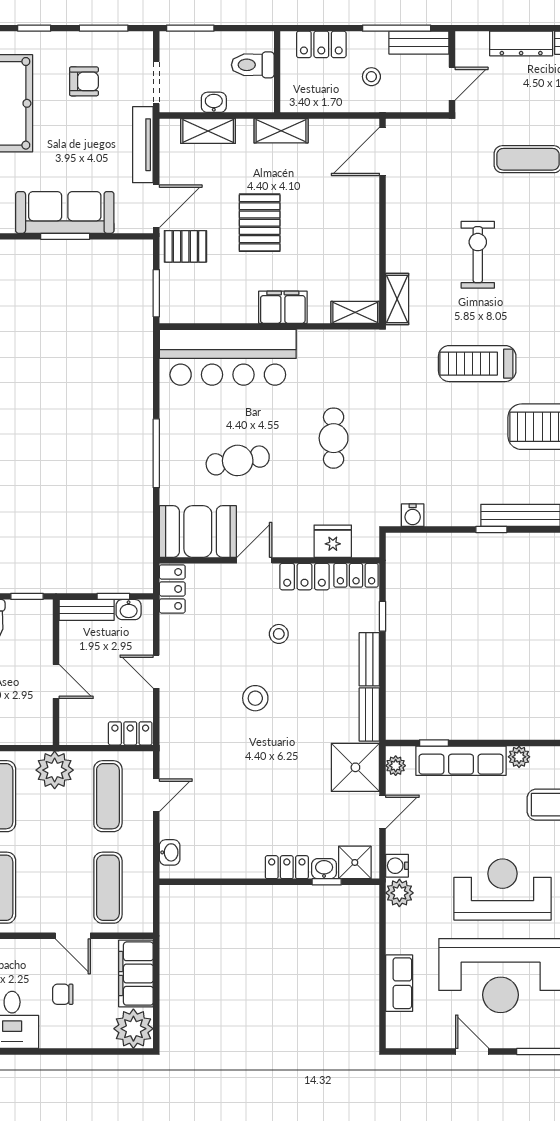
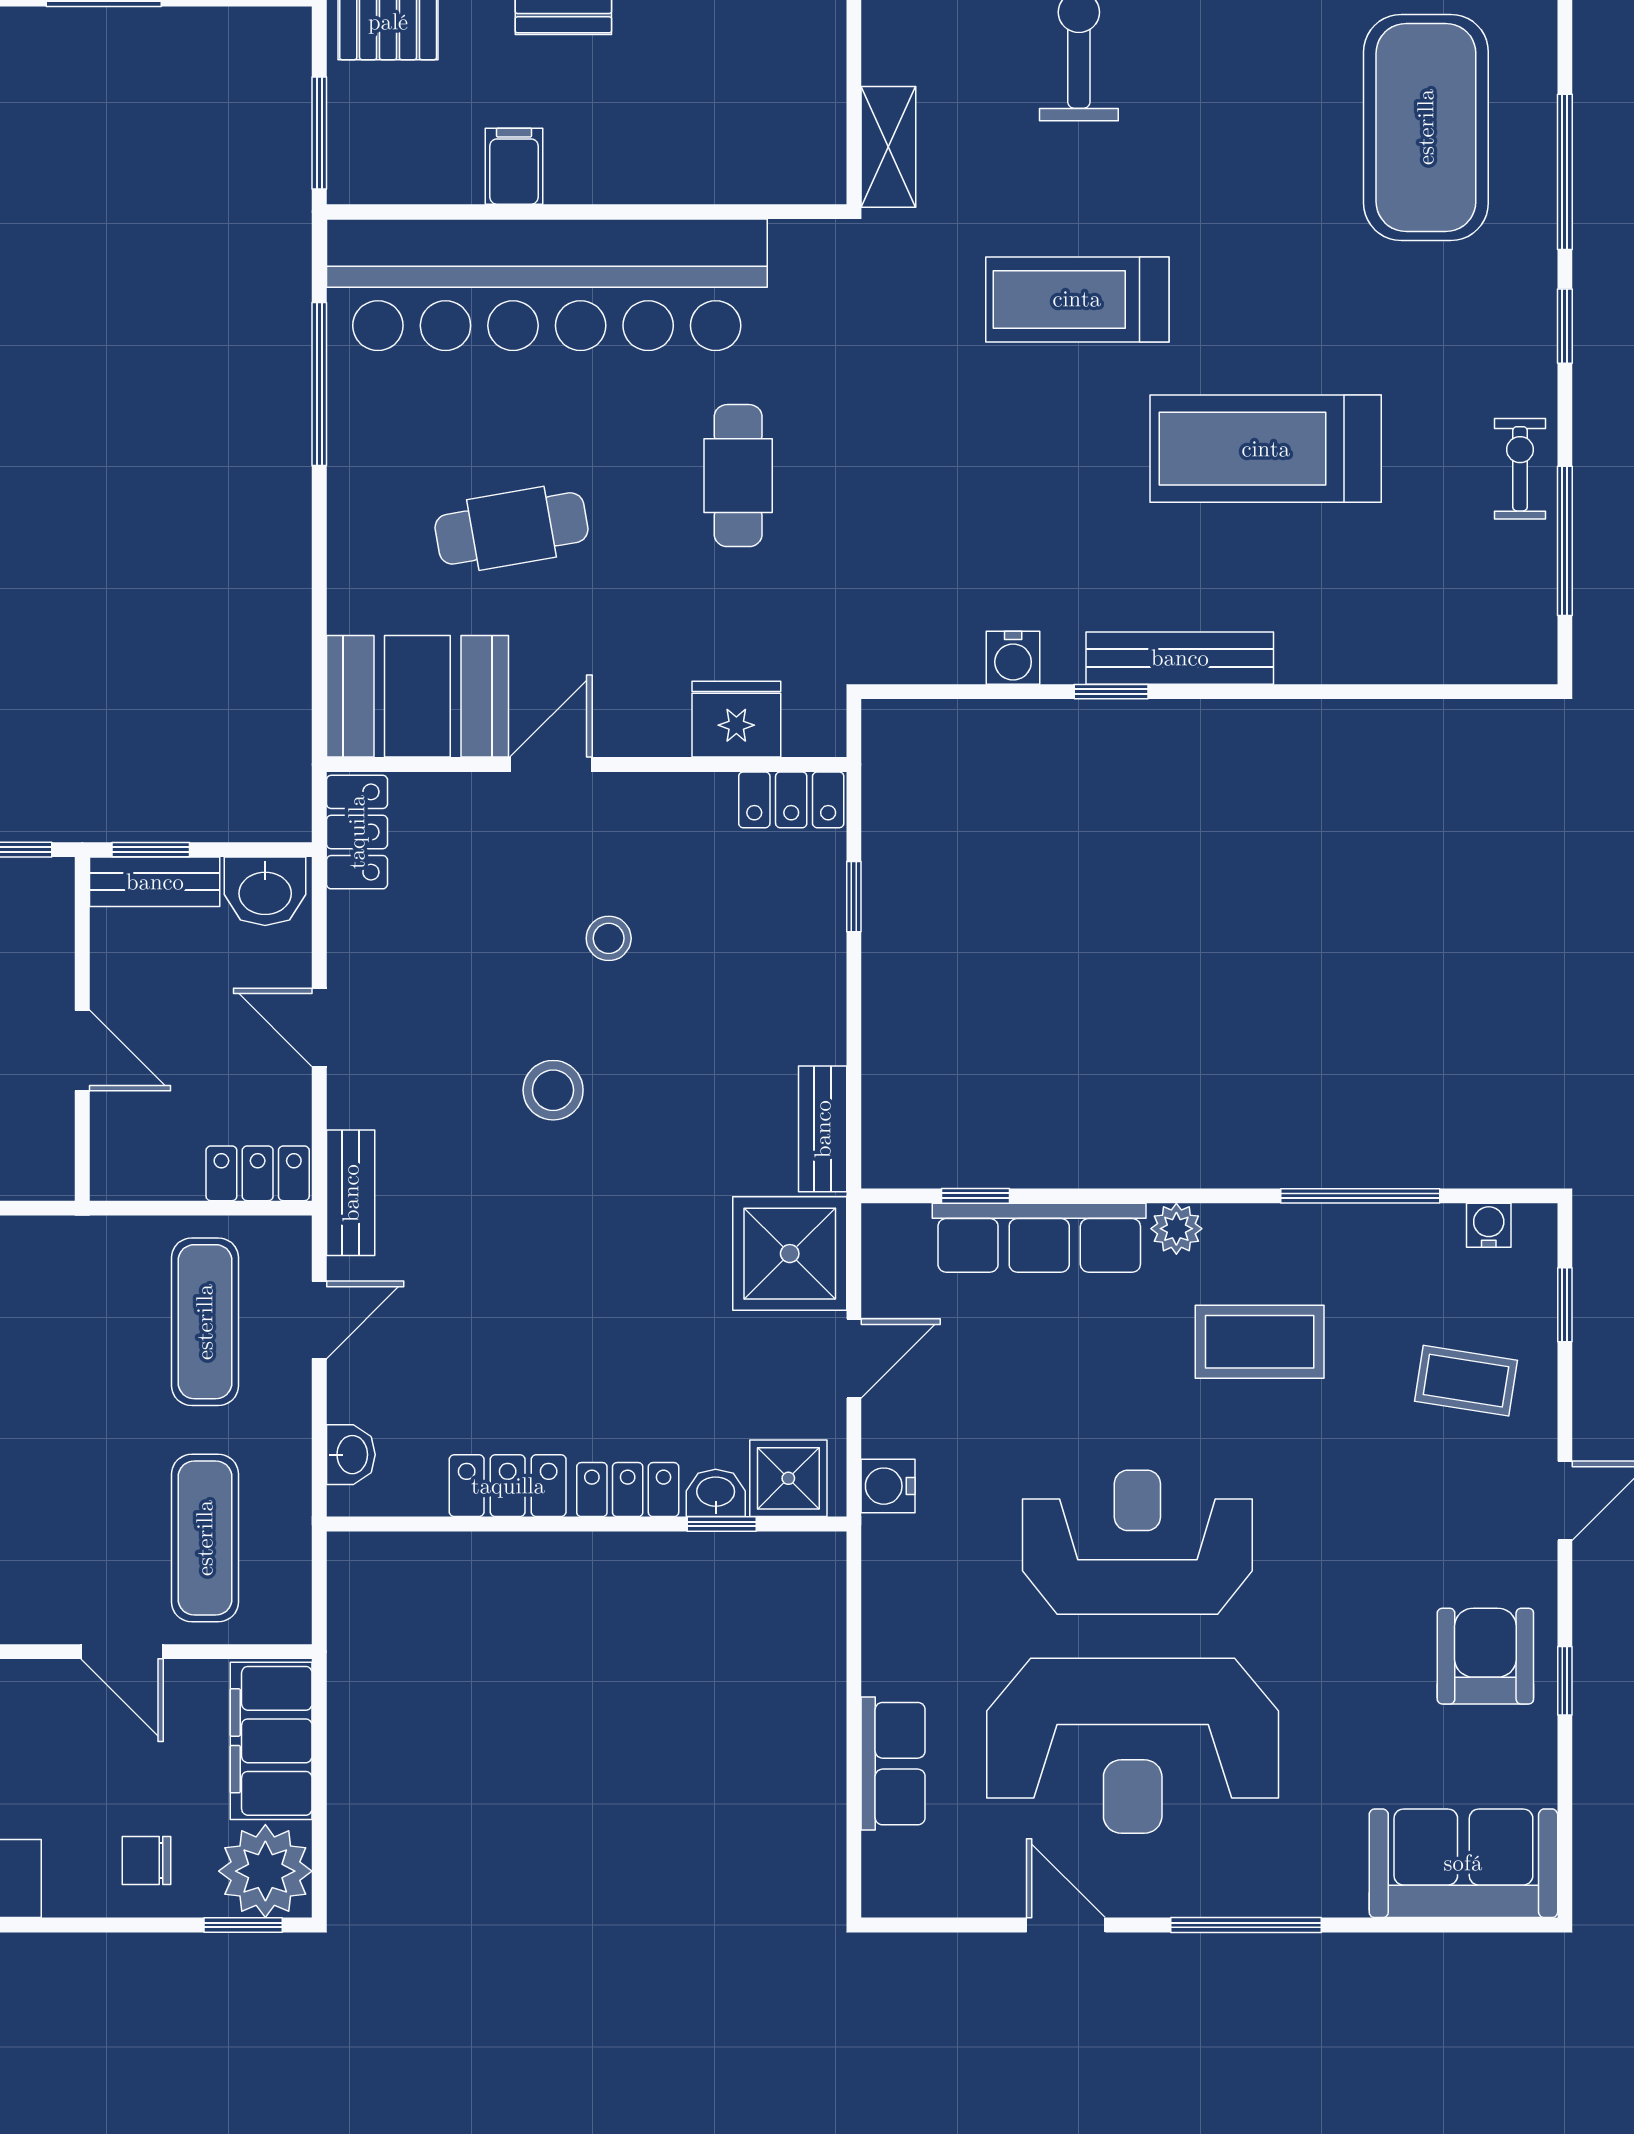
filing cabinet: (283, 307) -> (514, 166), moved, width x0.50
shelving: (355, 312) -> (789, 178), removed
bar counter: (228, 357) -> (547, 285), width x1.36
window: (156, 453) -> (319, 384), moved
water cooler: (413, 515) -> (1013, 658), moved
locker: (305, 577) -> (508, 1486), moved, turned 180
window: (113, 596) -> (151, 850), moved
washbasin: (129, 610) -> (265, 891), width x1.38, depth x1.45
bench: (369, 659) -> (351, 1193), moved
plant: (396, 766) -> (885, 1250), removed
plant: (55, 770) -> (79, 1260), removed
plant: (399, 893) -> (894, 1550), removed
chair: (63, 994) -> (146, 1860), moved
window: (124, 1052) -> (243, 1925), added

